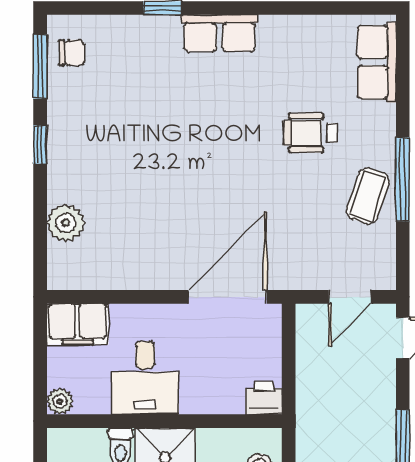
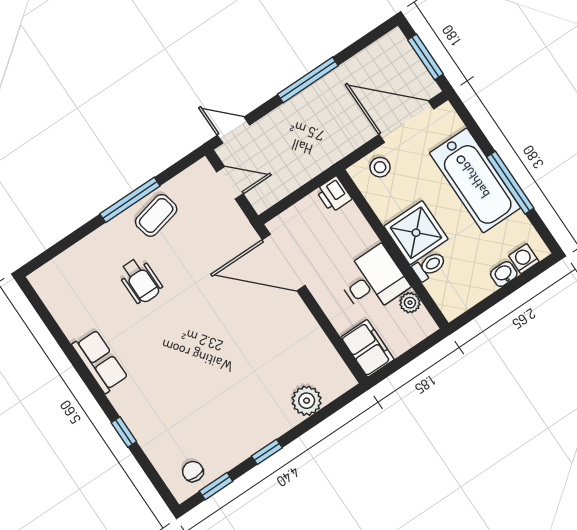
row of seats: (219, 33) -> (100, 361), moved
row of seats: (377, 62) -> (65, 268), removed
window: (40, 67) -> (216, 486), width x0.67
coffee table: (368, 196) -> (156, 215), turned -32
plant: (60, 401) -> (410, 303), moved

